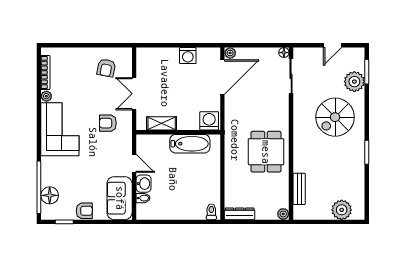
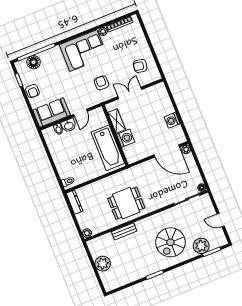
spiral stairs: (335, 117) -> (170, 242), turned -90
washing machine: (209, 121) -> (126, 138), moved
bathtub: (190, 144) -> (108, 148), width x1.36, depth x1.36
bench: (299, 189) -> (124, 231), moved
plant: (342, 210) -> (103, 264), moved

